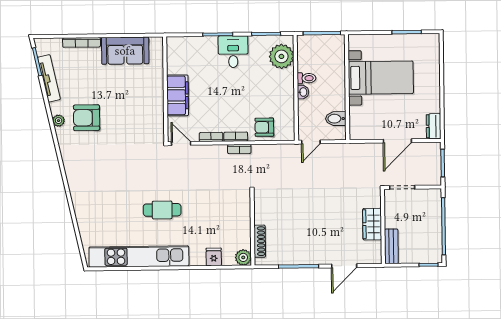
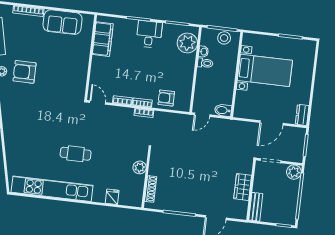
stool: (326, 44) -> (224, 38), added
washbasin: (303, 92) -> (204, 52), moved
filing cabinet: (178, 95) -> (103, 39), moved
bidet: (336, 119) -> (223, 110), moved
plant: (433, 198) -> (294, 172), added
plant: (243, 257) -> (140, 167), moved

